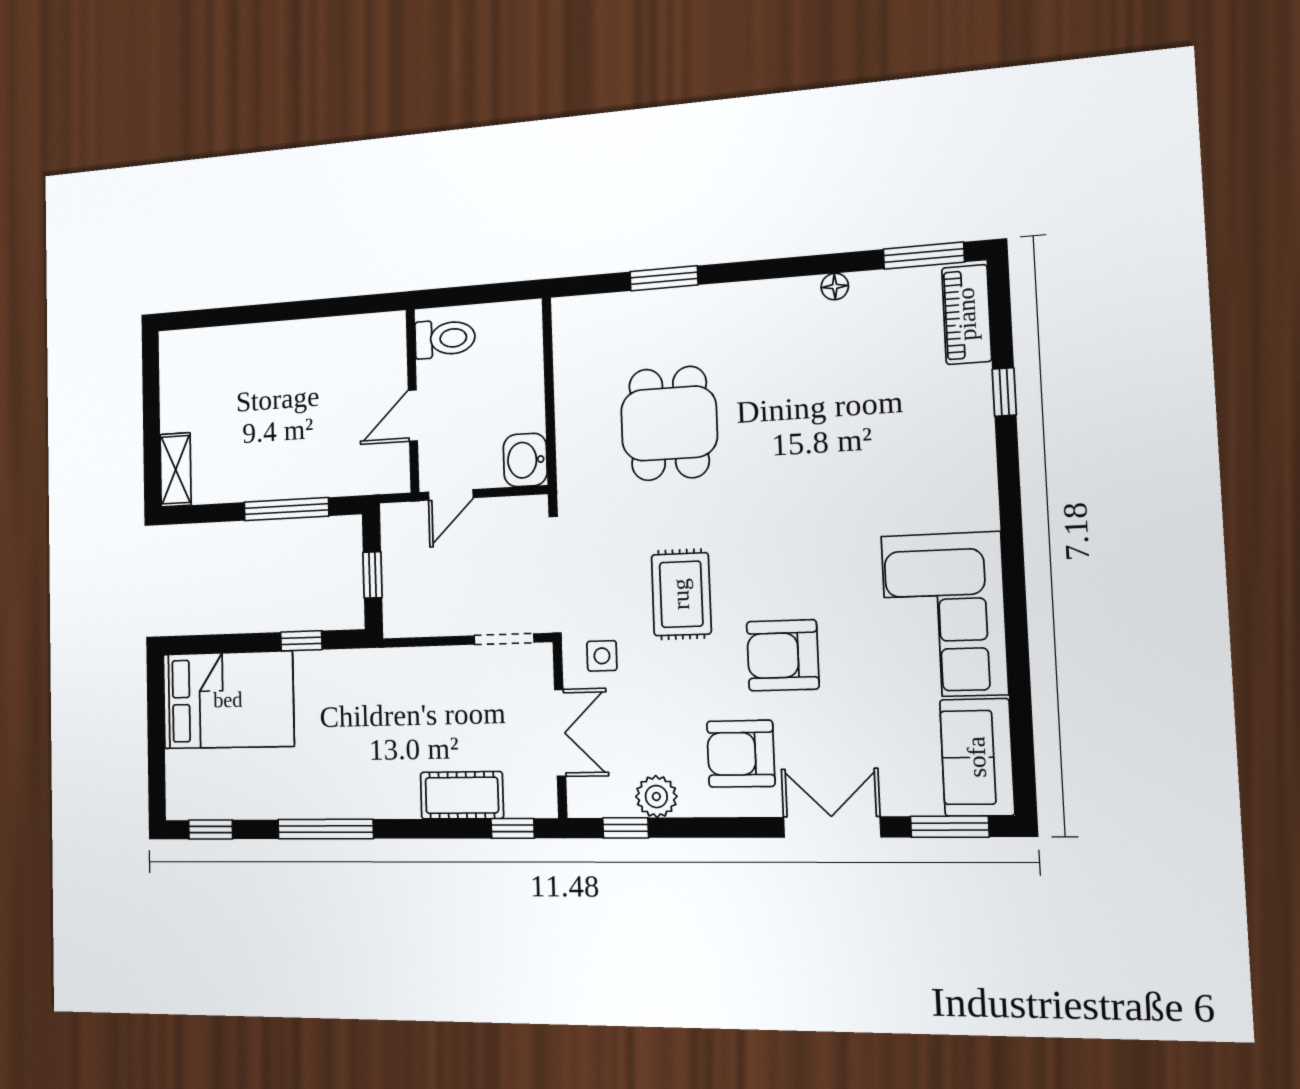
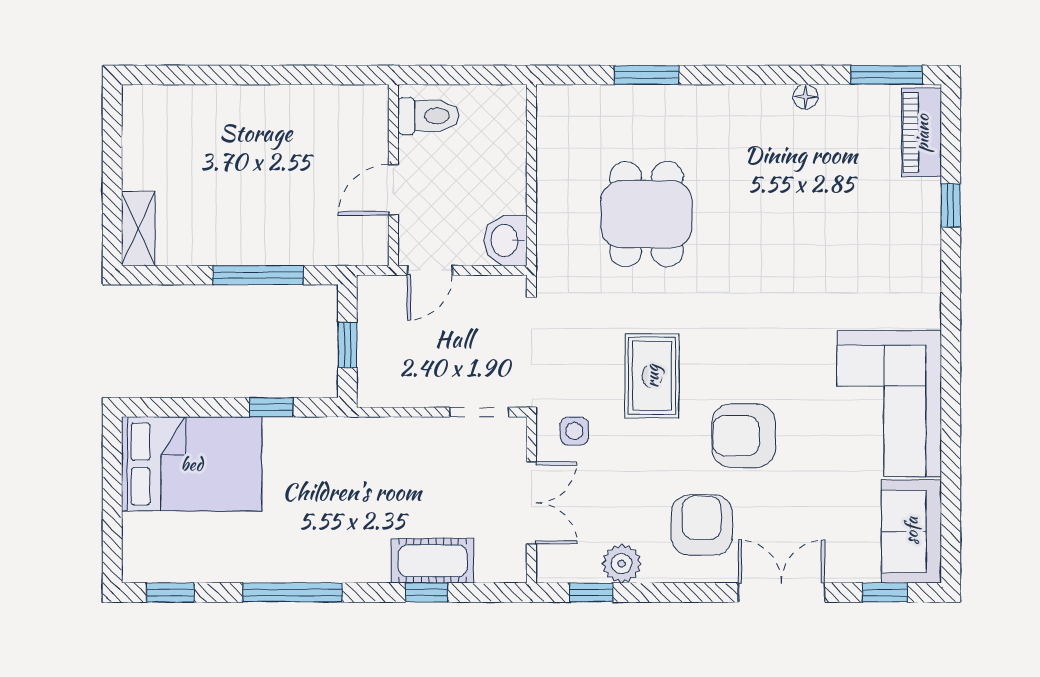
armchair: (741, 754) -> (702, 525), turned 90
window: (950, 827) -> (885, 592), width x0.67
window: (513, 828) -> (427, 592), moved

